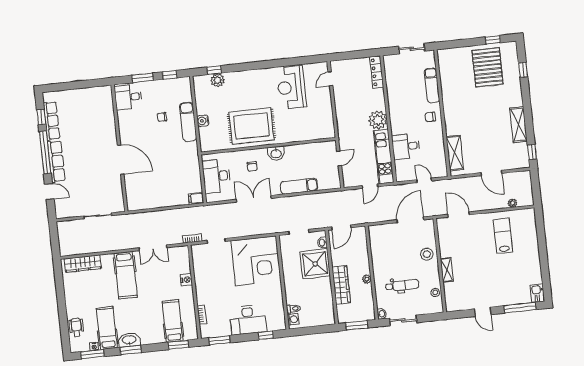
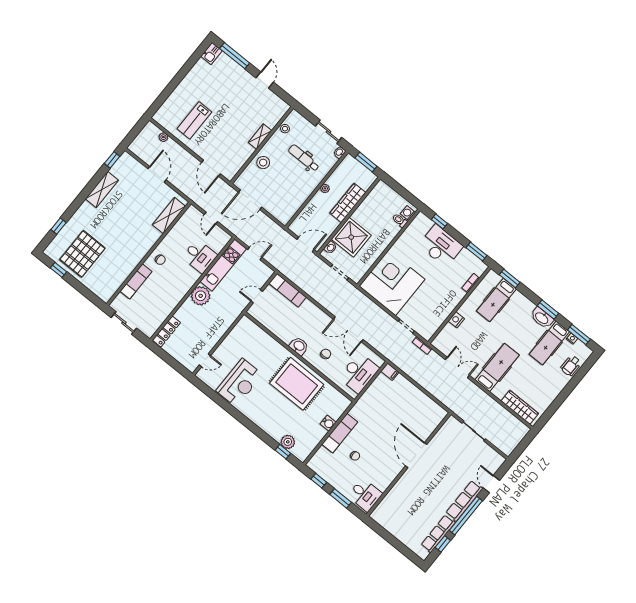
exam couch: (299, 186) -> (288, 290), moved

